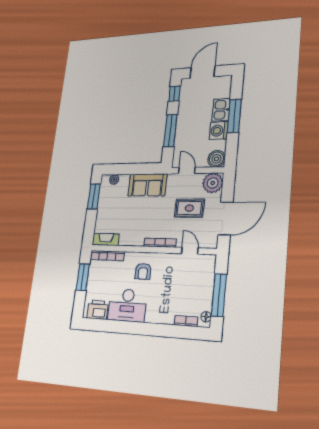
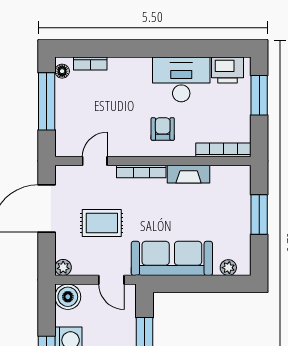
plant: (213, 183) -> (63, 267), width x0.53, depth x0.53
sofa: (147, 185) -> (172, 258), width x1.36
window: (94, 196) -> (259, 215), moved
fireplace: (106, 239) -> (189, 174), moved
door: (190, 251) -> (95, 161), swing flipped
window: (83, 277) -> (259, 95), moved

